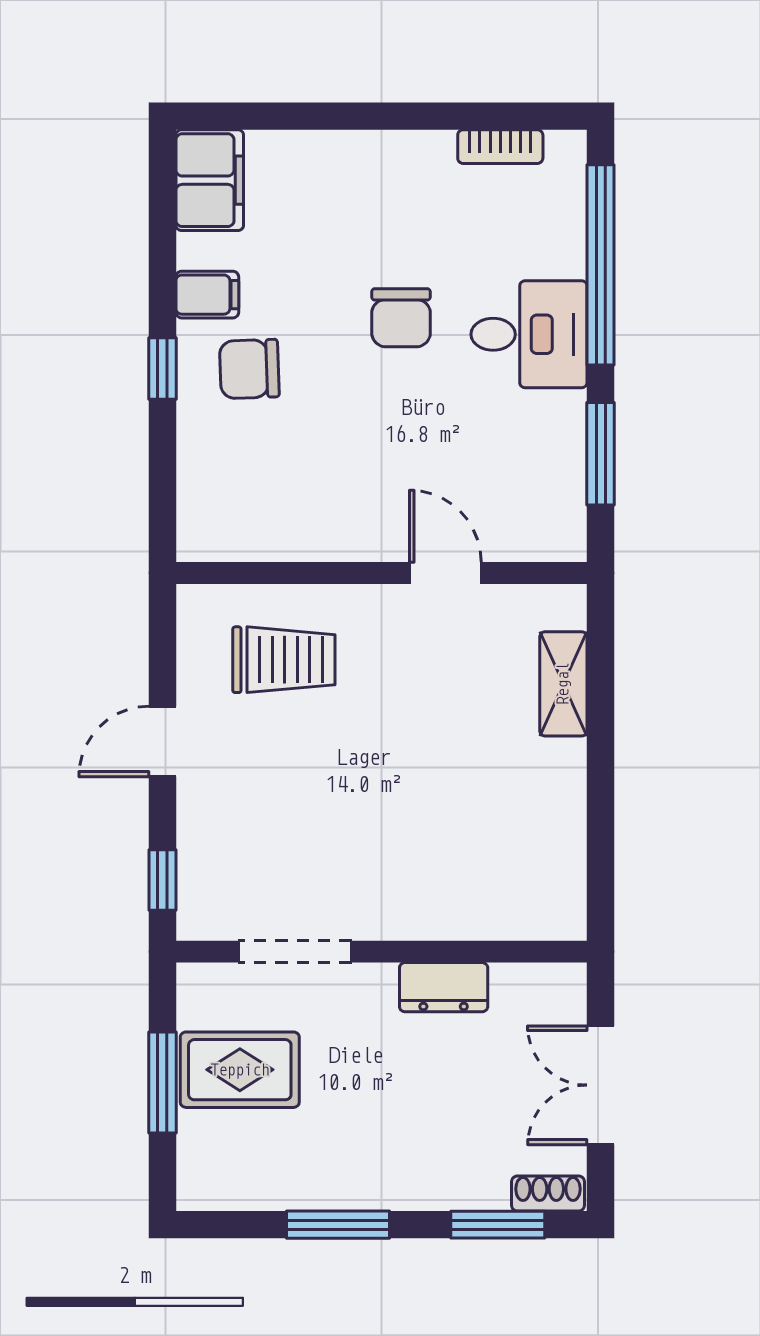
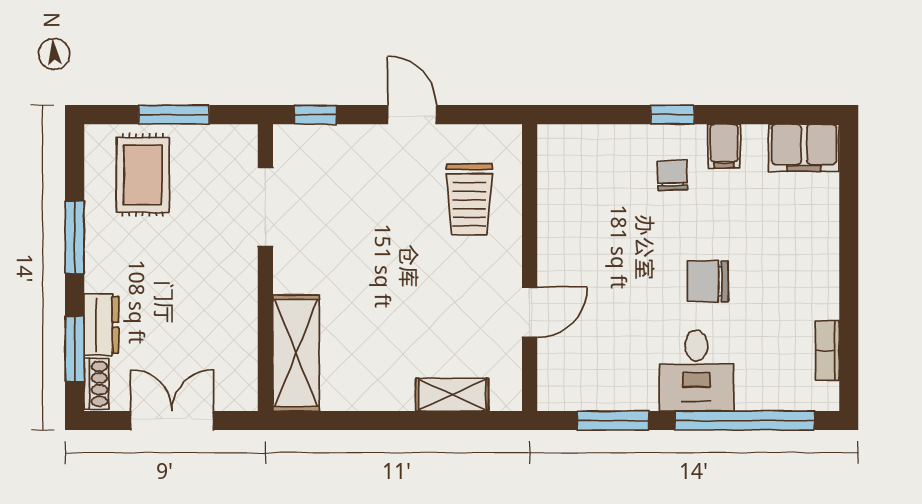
chair: (249, 369) -> (672, 175), width x0.73, depth x0.73
shelving: (504, 908) -> (296, 353), added
dresser: (444, 987) -> (101, 325), moved, turned 180
rug: (240, 1070) -> (143, 175), moved

